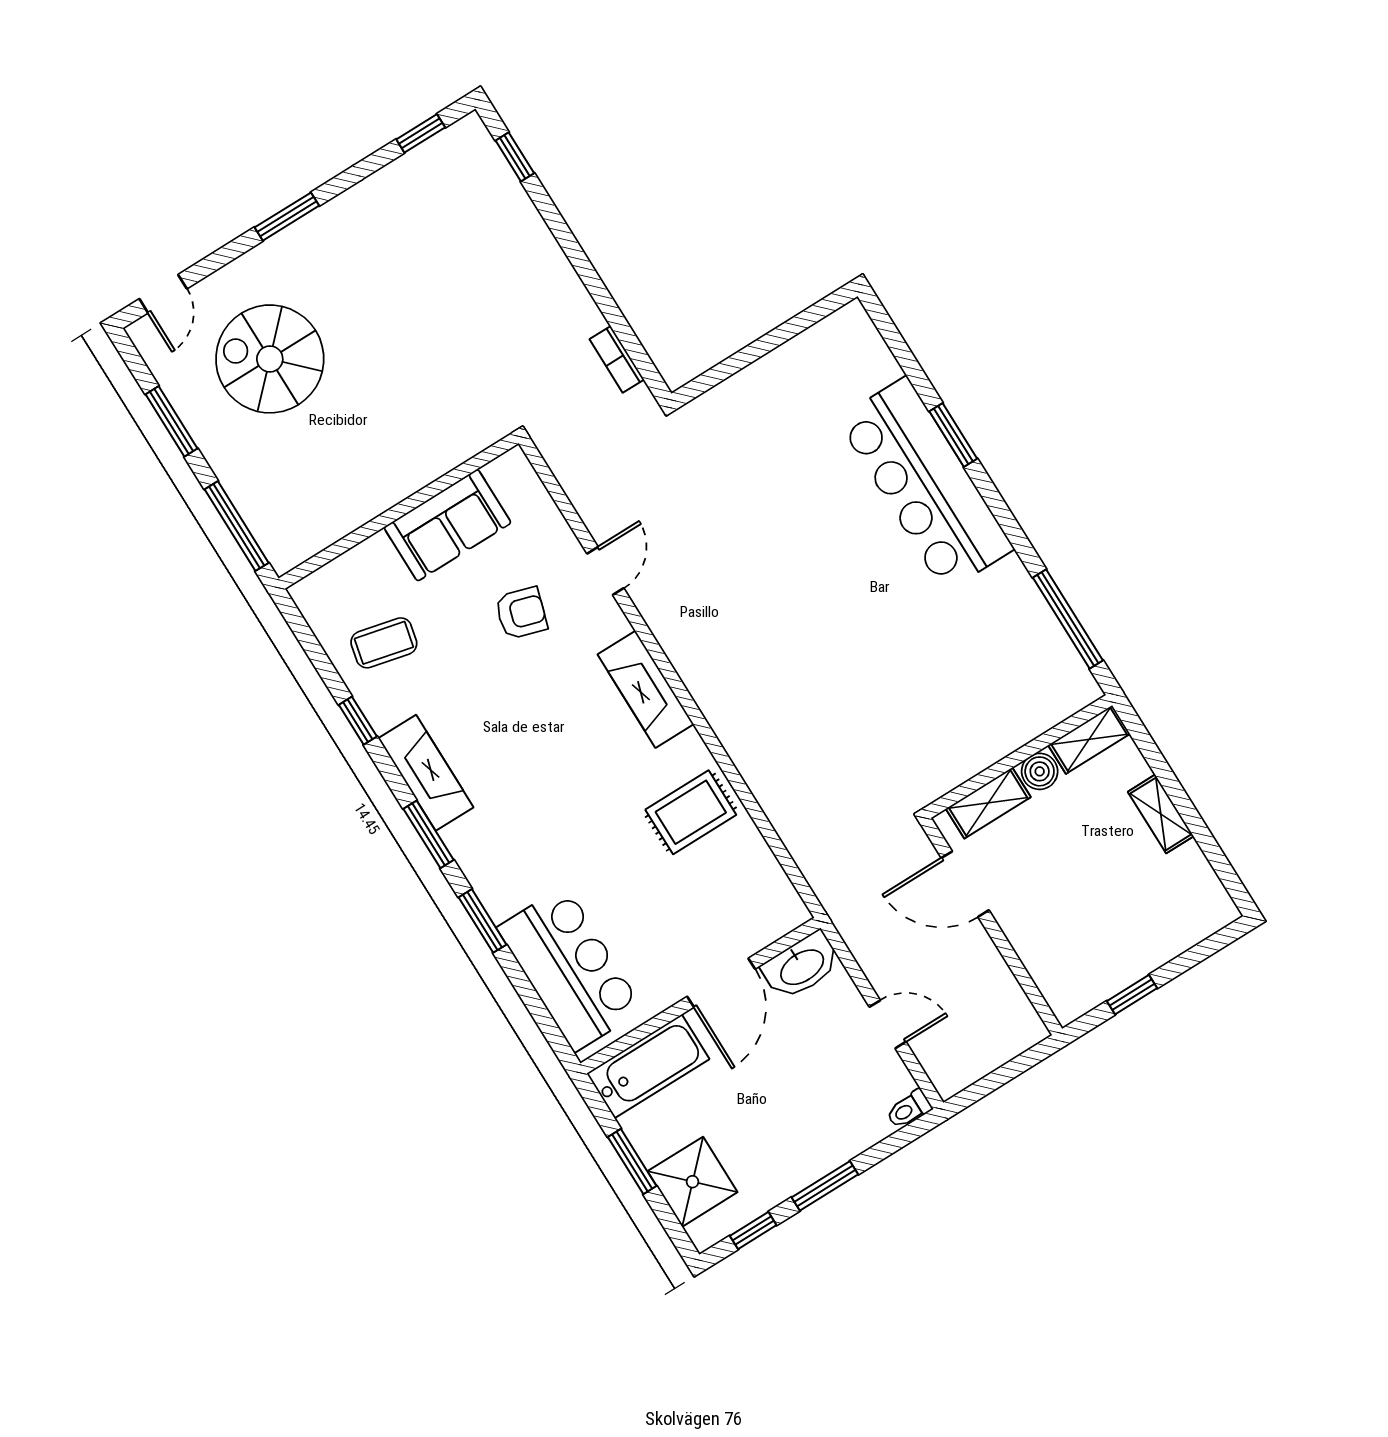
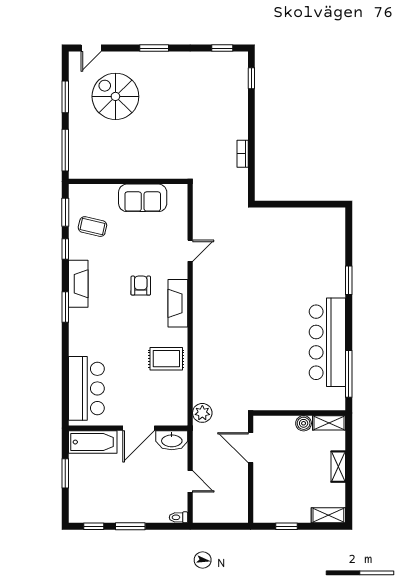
bookcase: (617, 359) -> (243, 154), moved
bar counter: (926, 484) -> (327, 342), moved
armchair: (521, 613) -> (141, 286), moved, turned -107
shelving: (988, 803) -> (328, 515), moved
plant: (828, 875) -> (202, 413), added
window: (482, 921) -> (65, 212), moved
shower: (693, 1182) -> (83, 495), removed

